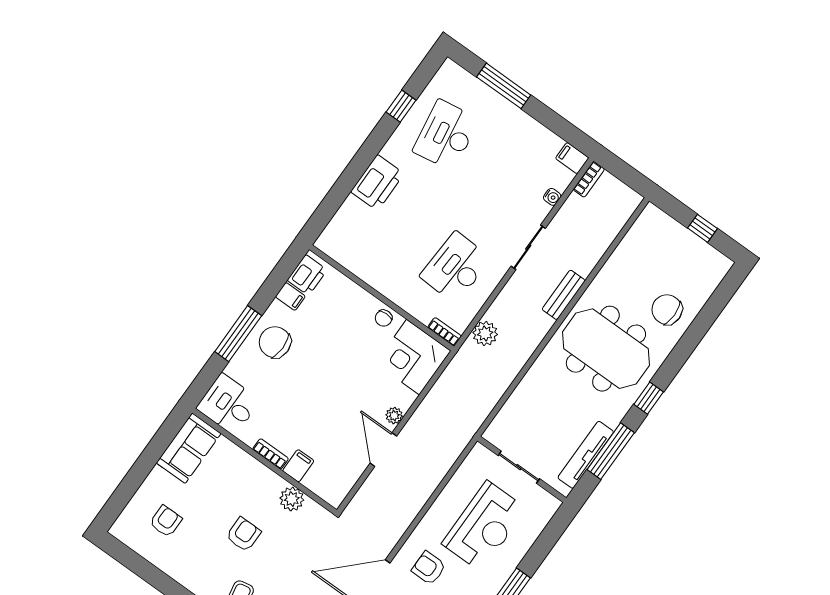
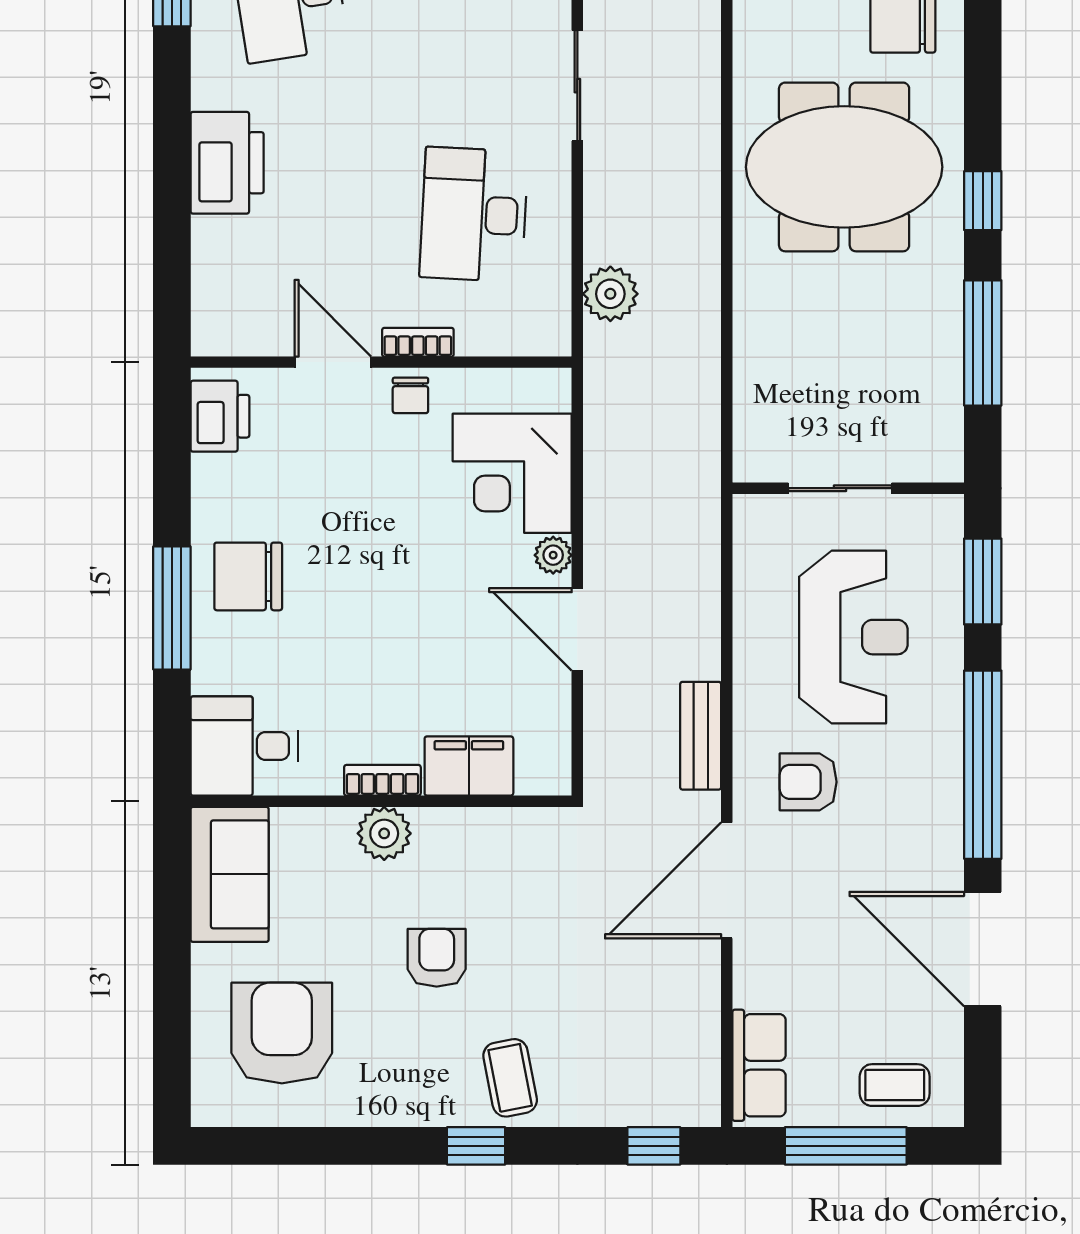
door: (364, 285) -> (333, 362), added
bench: (564, 295) -> (701, 736), moved
filing cabinet: (290, 296) -> (217, 476), removed
bookcase: (444, 332) -> (418, 342), moved
corner desk: (413, 357) -> (512, 473), moved
tv unit: (586, 455) -> (943, 381), removed
filing cabinet: (298, 466) -> (469, 766), width x2.00
plant: (292, 499) -> (384, 833), moved
armchair: (166, 521) -> (282, 1033), width x1.88, depth x1.88
window: (547, 540) -> (983, 581), added

